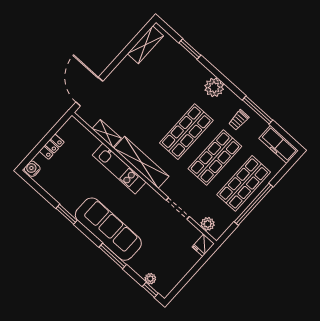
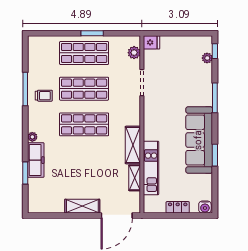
shelving: (145, 45) -> (82, 206), moved
plant: (214, 87) -> (32, 137), width x0.53, depth x0.53
freezer: (279, 144) -> (36, 160), moved
shelving: (141, 162) -> (133, 145), width x0.68
kitchen unit: (119, 169) -> (151, 168), moved
window: (254, 204) -> (92, 33), width x0.47
sofa: (108, 229) -> (199, 140), moved

